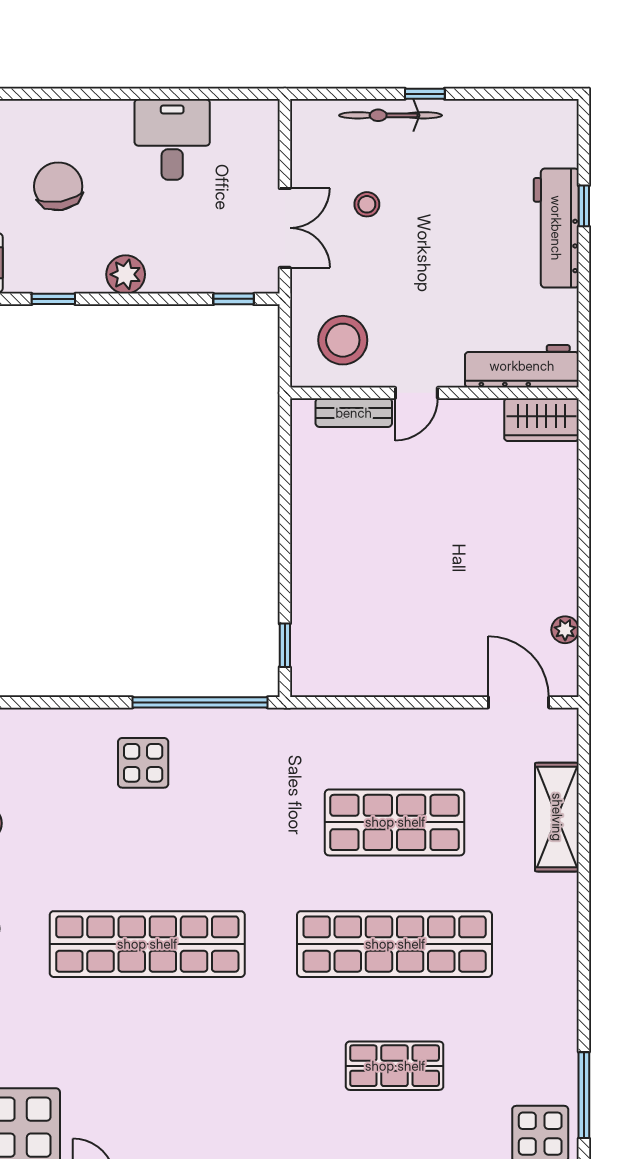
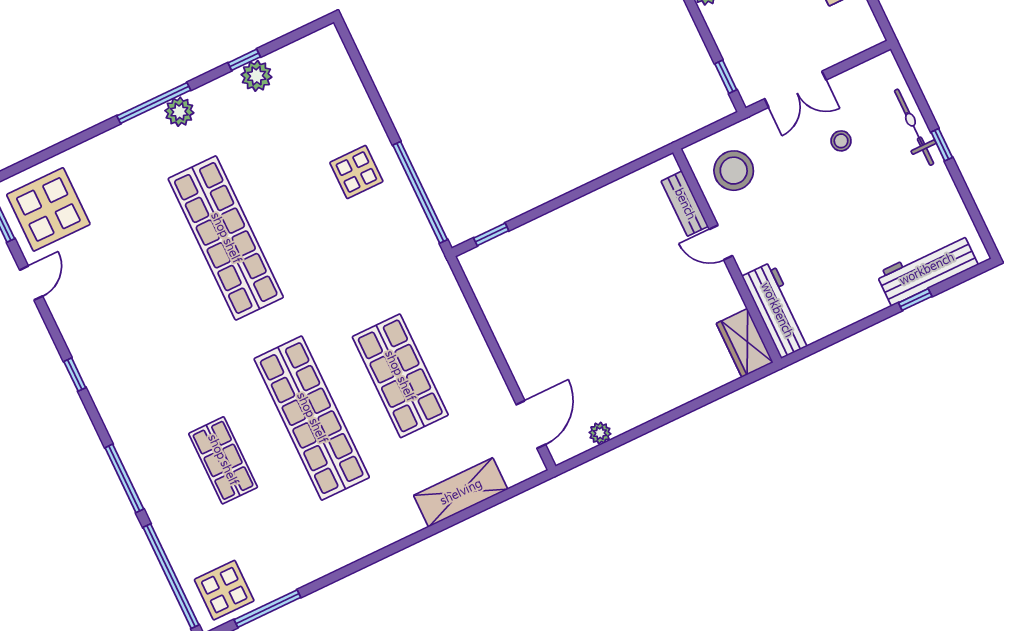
workbench: (556, 228) -> (927, 269), moved

